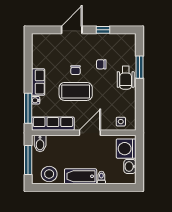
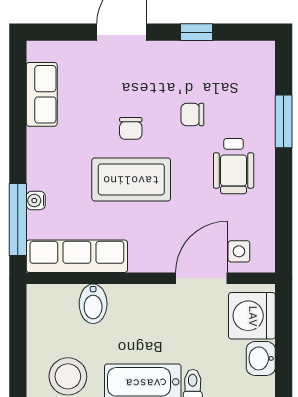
wheelchair: (126, 78) -> (234, 166), moved
row of seats: (38, 82) -> (42, 94), moved
door: (90, 133) -> (201, 278), moved
bidet: (40, 144) -> (93, 304), moved
window: (28, 160) -> (18, 343), removed

